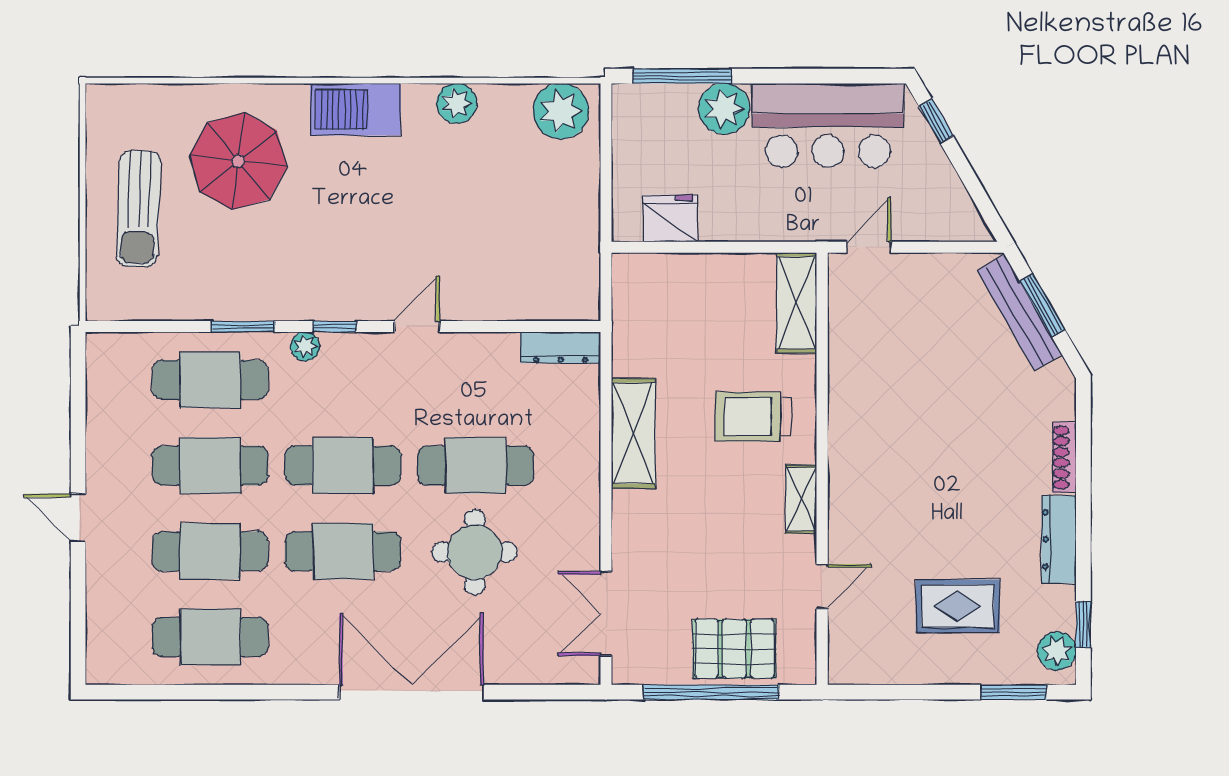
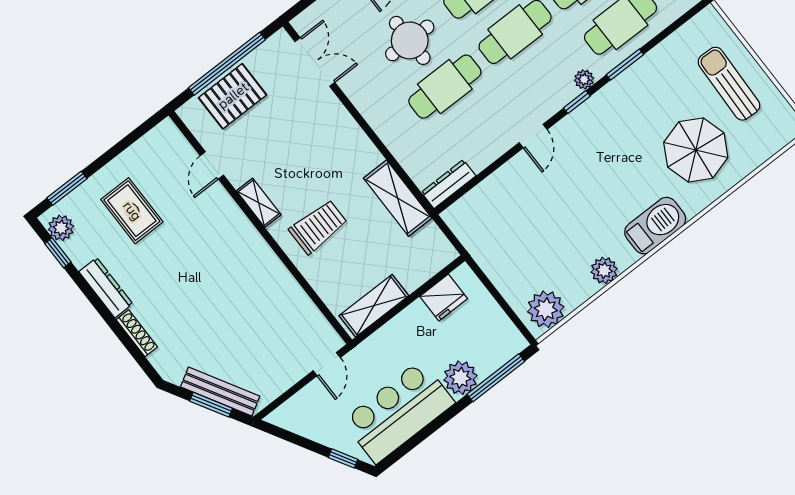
shelving: (797, 303) -> (374, 306), moved, turned 90
shelving: (633, 433) -> (398, 198), moved
rug: (958, 606) -> (132, 211), turned 90

